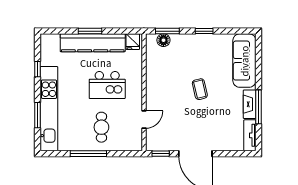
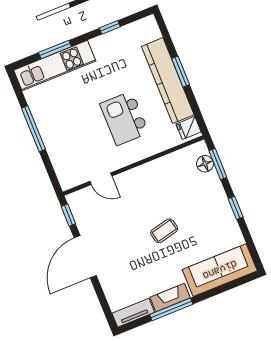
kitchen unit: (49, 109) -> (55, 66), width x0.73
cafe table: (101, 127) -> (71, 132), removed

